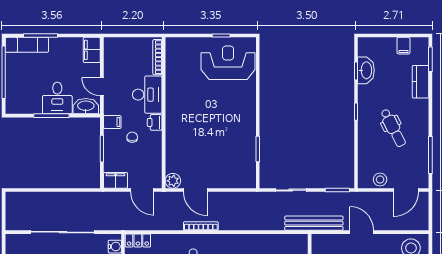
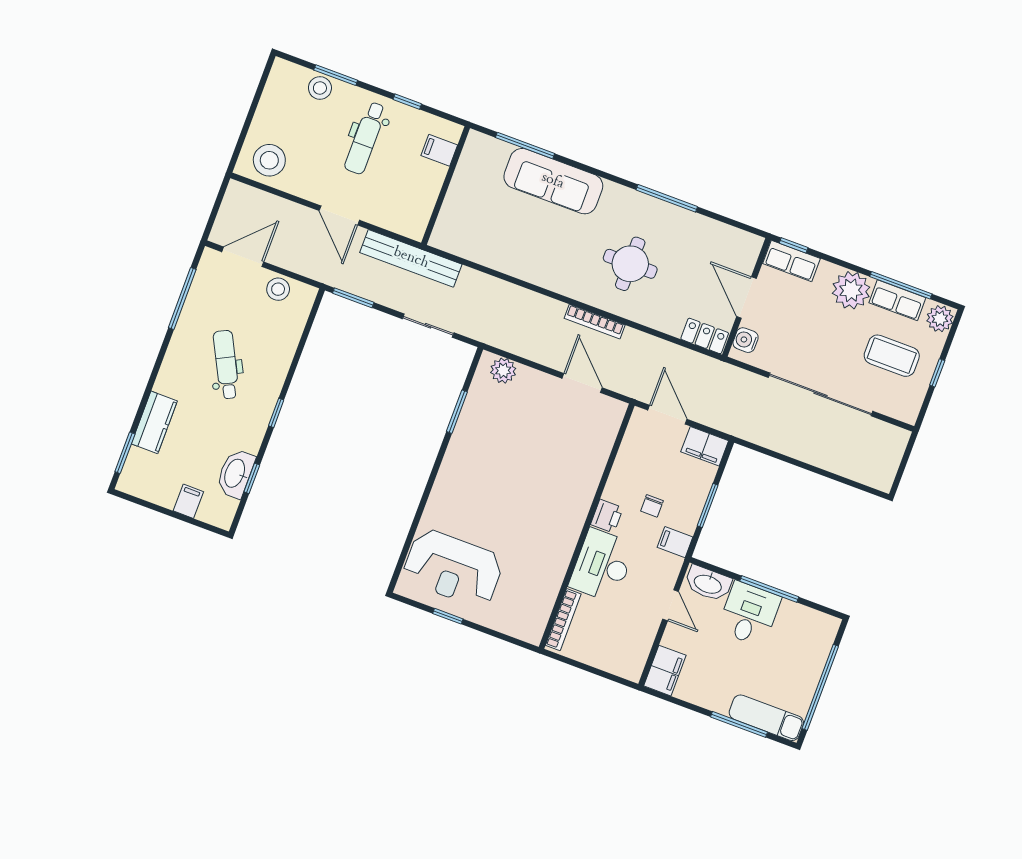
filing cabinet: (403, 46) -> (188, 501), moved
plant: (173, 181) -> (503, 371), moved

